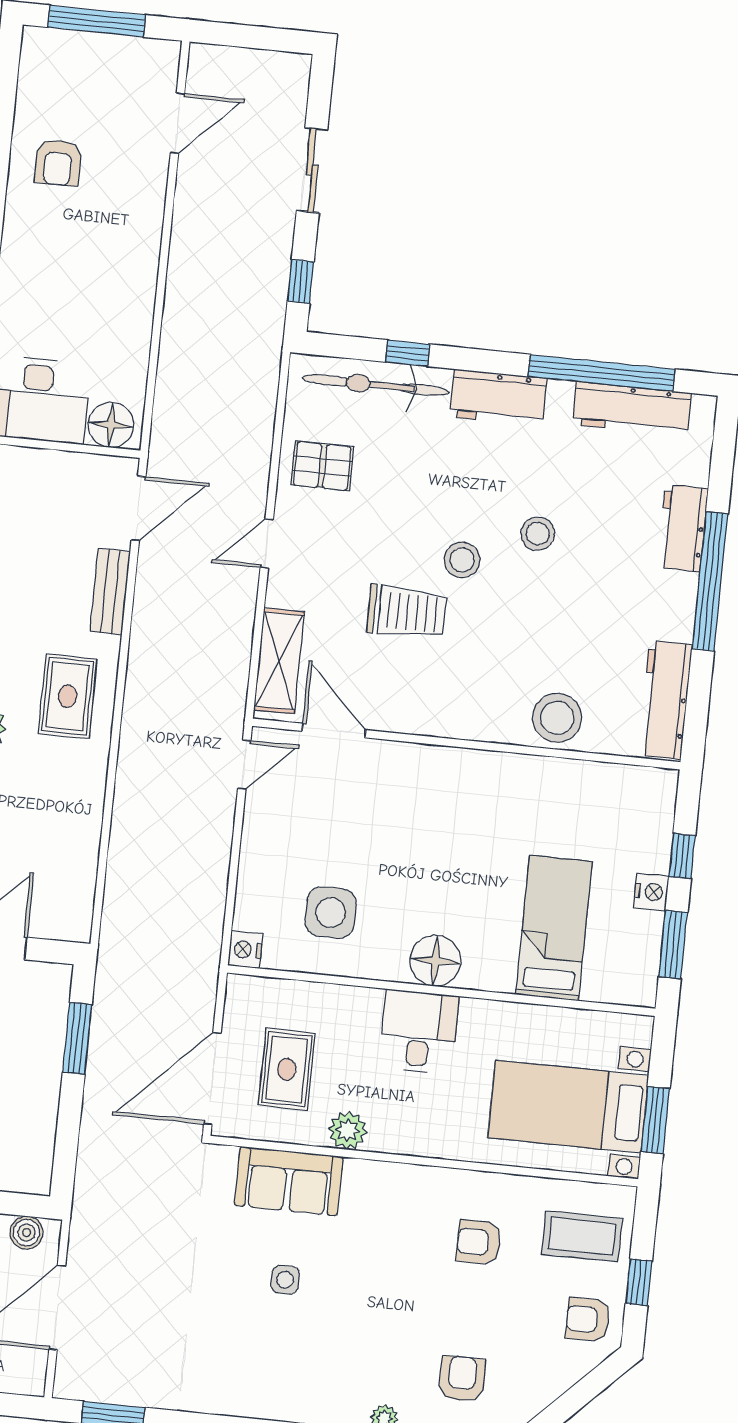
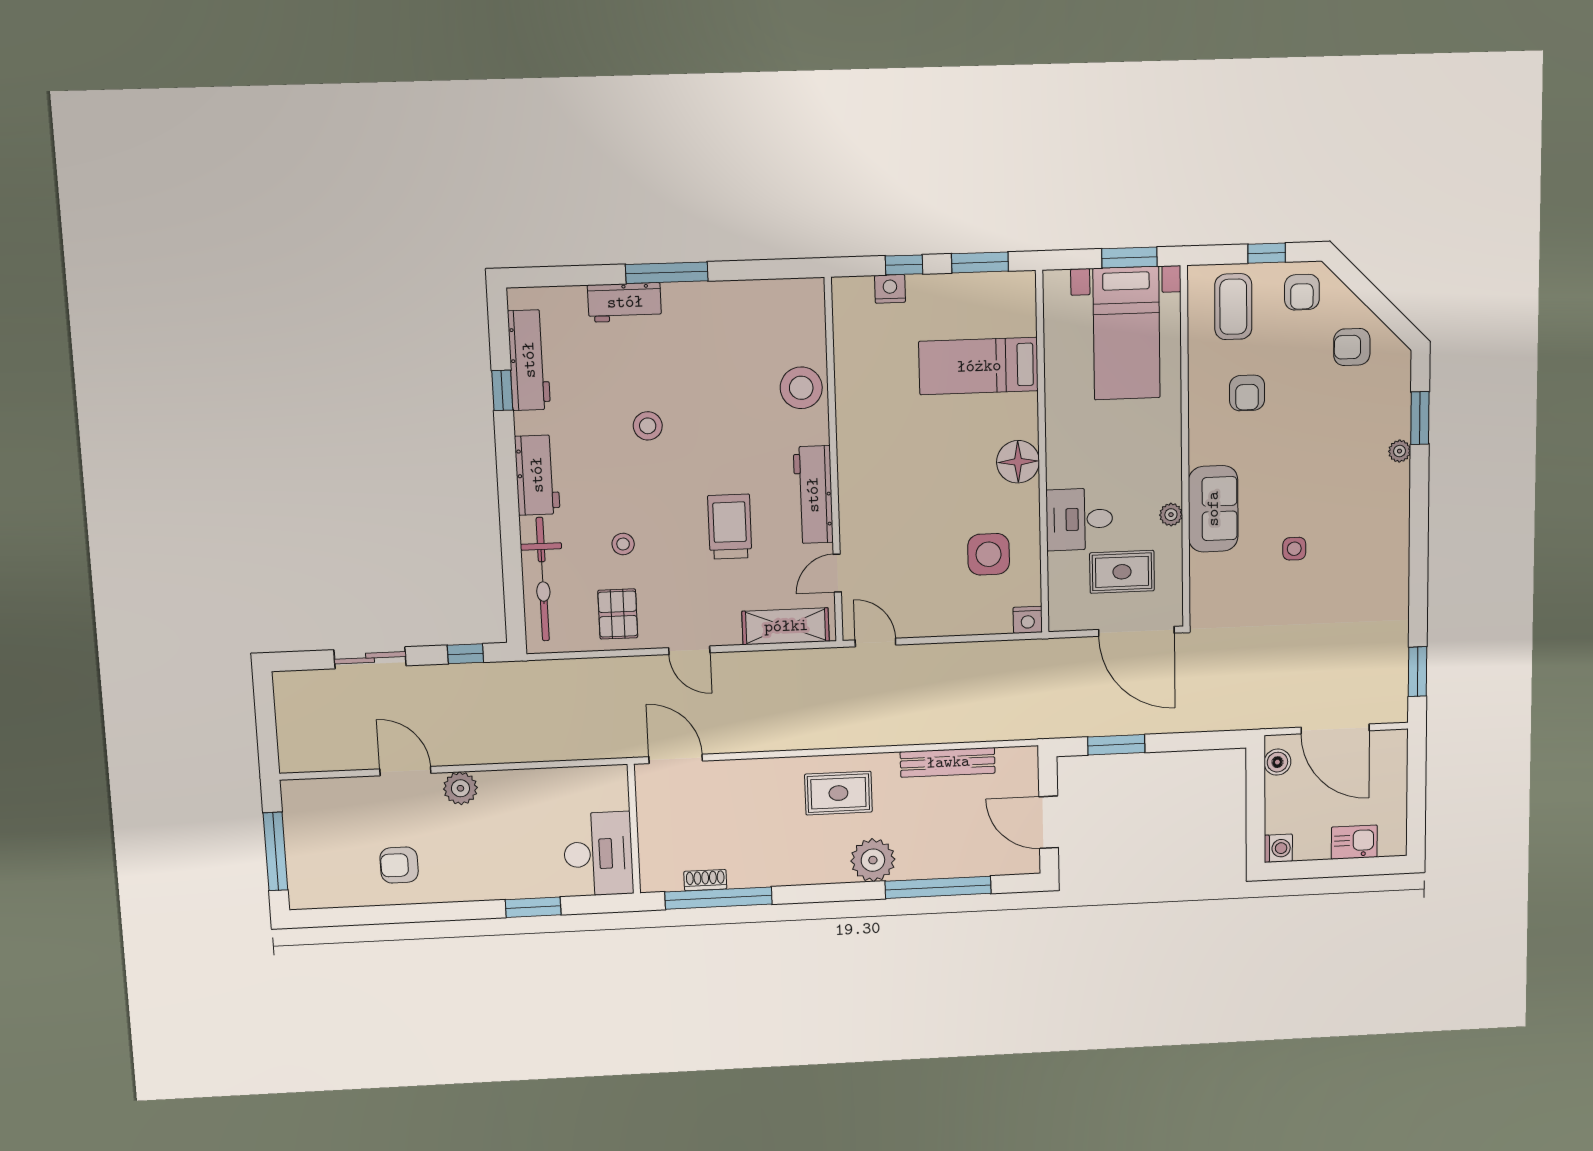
door: (178, 123) -> (405, 771), moved
armchair: (58, 163) -> (399, 865), turned 180
plant: (141, 250) -> (460, 788), added
window: (408, 353) -> (512, 557), removed
window: (602, 373) -> (502, 390), width x0.32
floor lamp: (111, 425) -> (610, 791), removed
stool: (462, 560) -> (623, 544), moved, width x0.73, depth x0.73
window: (710, 581) -> (667, 273), width x0.68
bench: (110, 591) -> (948, 762), moved, width x1.36
workbench: (665, 700) -> (813, 495), moved, turned 90
door: (334, 730) -> (837, 573), width x0.73
nightstand: (651, 892) -> (890, 289), moved
desk: (419, 1032) -> (1079, 519), moved
plant: (348, 1130) -> (1171, 515), width x0.73, depth x0.73
sofa: (289, 1181) -> (1213, 509), moved
armchair: (462, 1379) -> (1352, 347), moved

